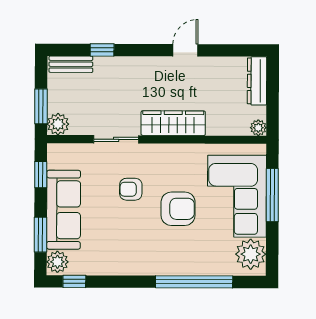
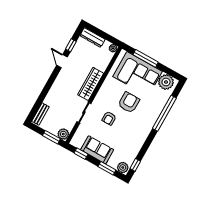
window: (102, 50) -> (71, 45), moved
sofa: (64, 210) -> (97, 150), width x0.73

